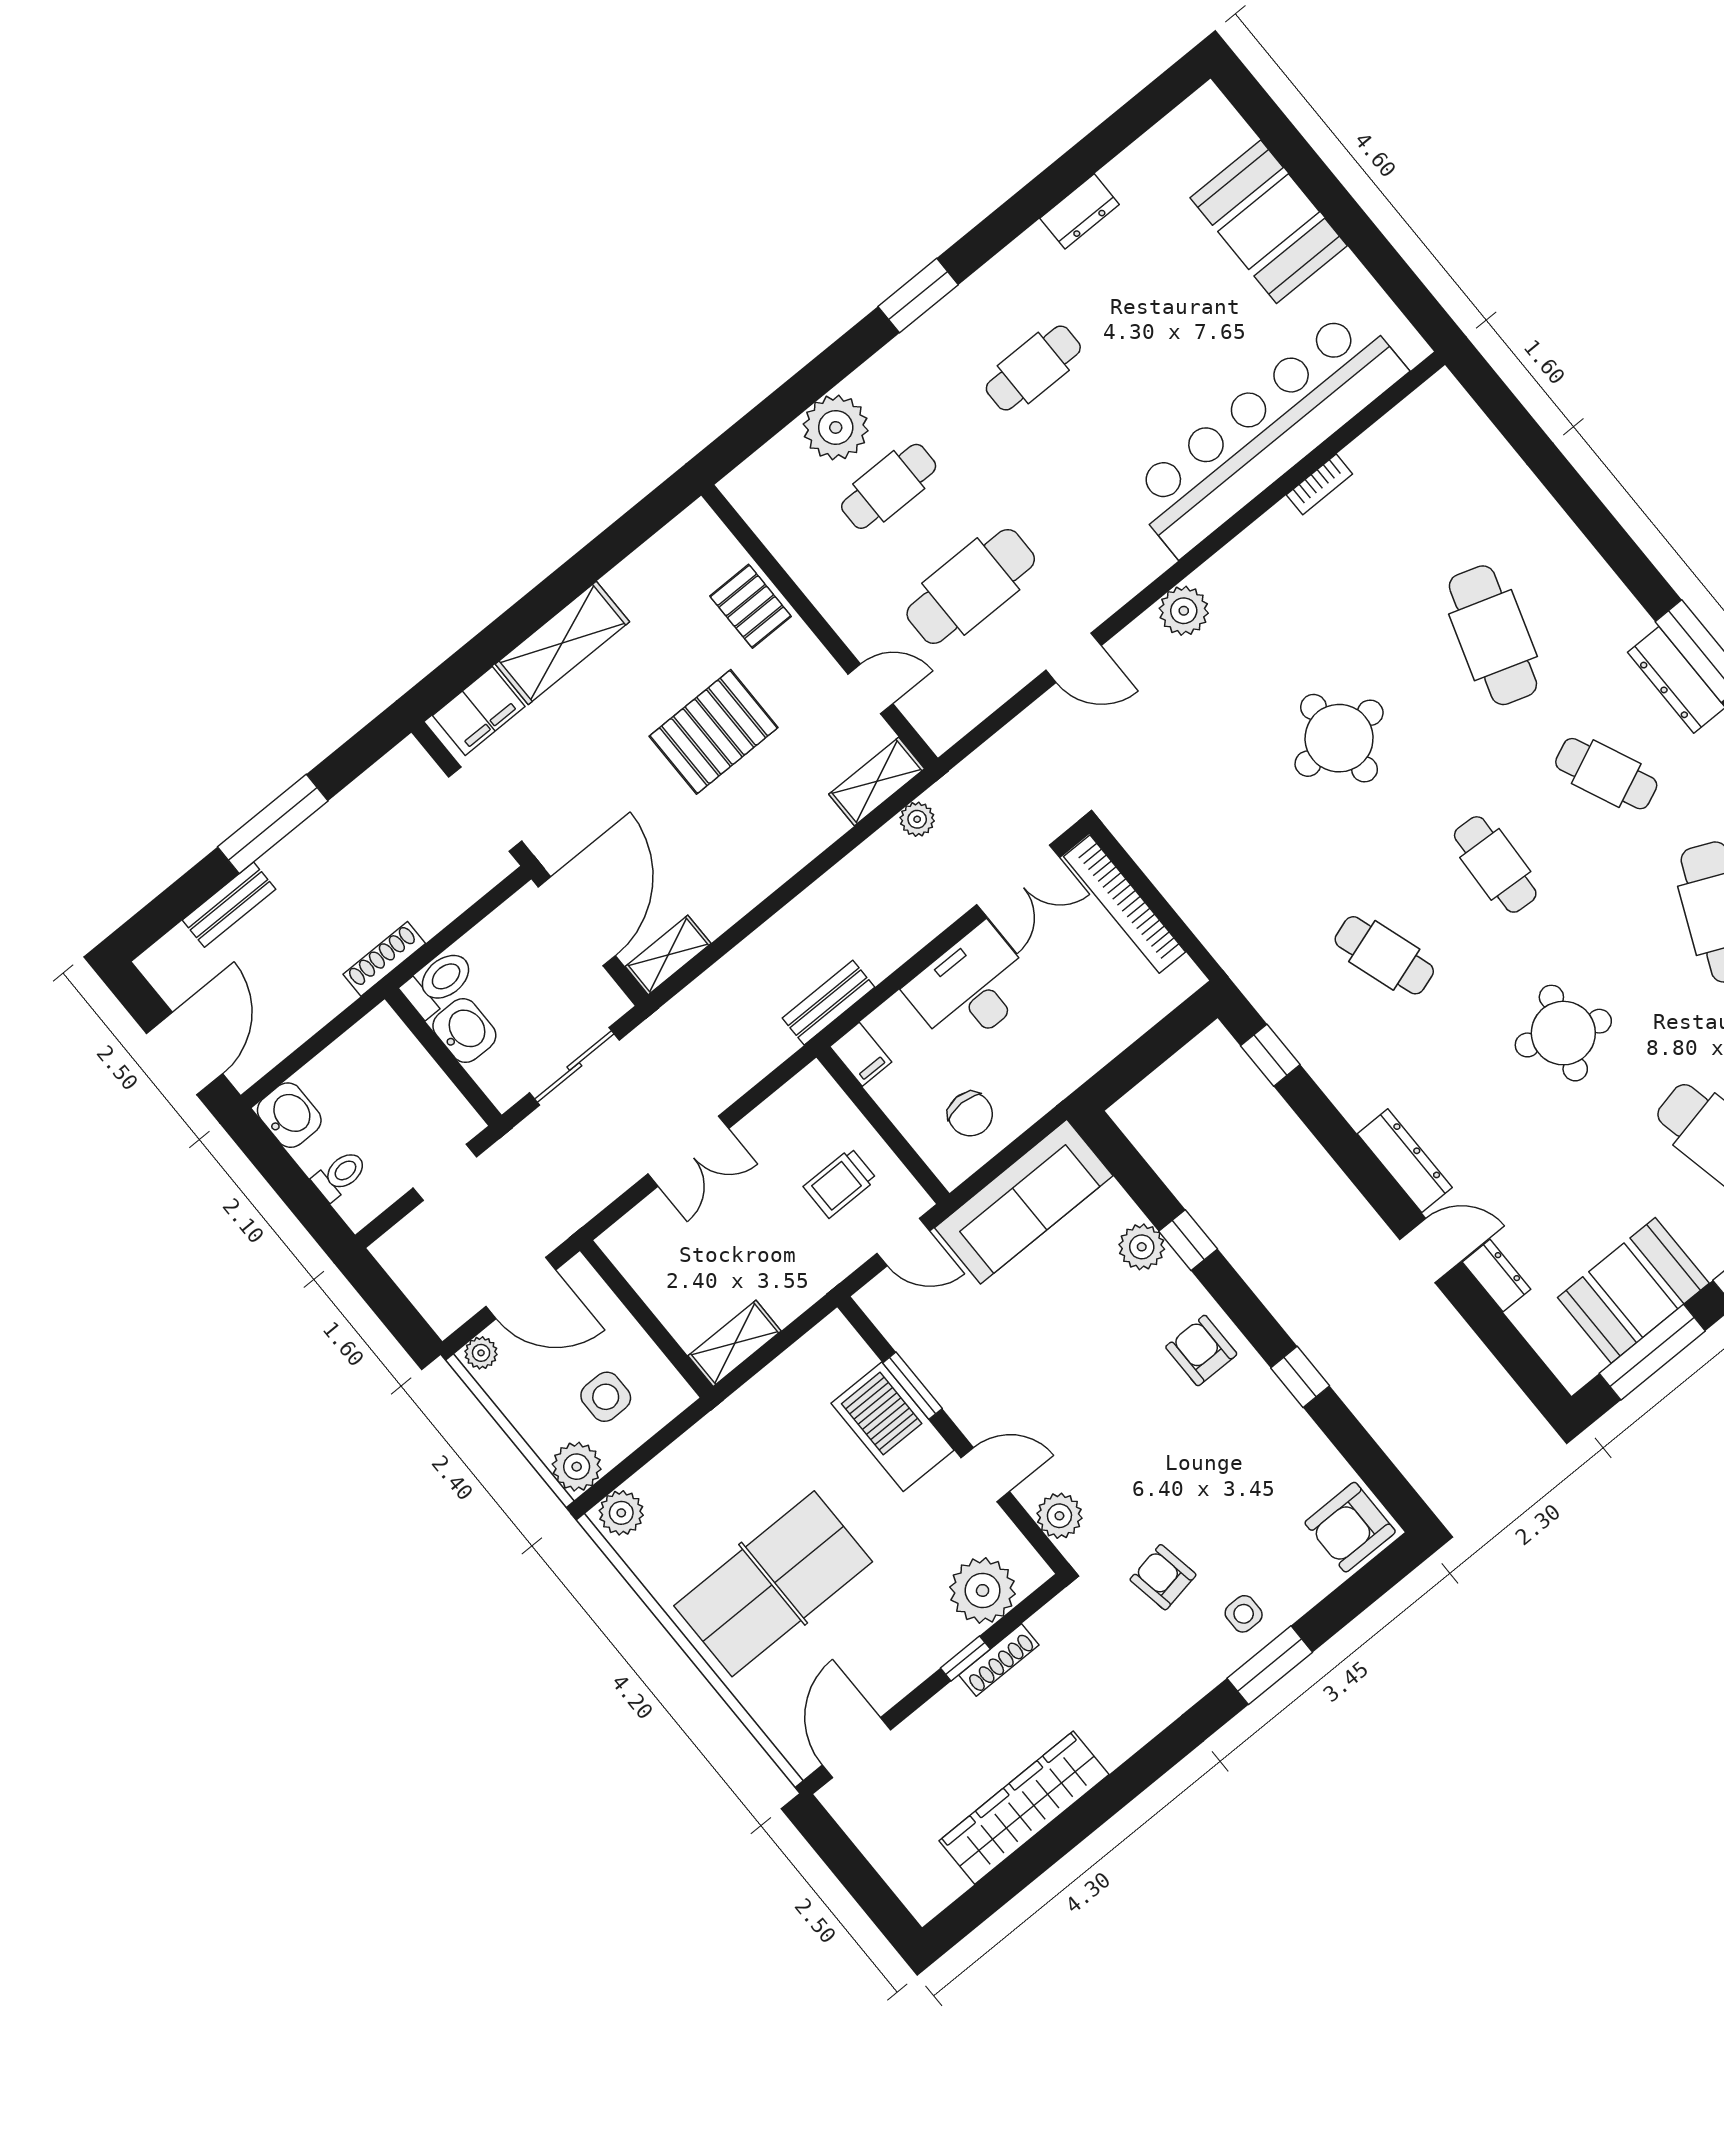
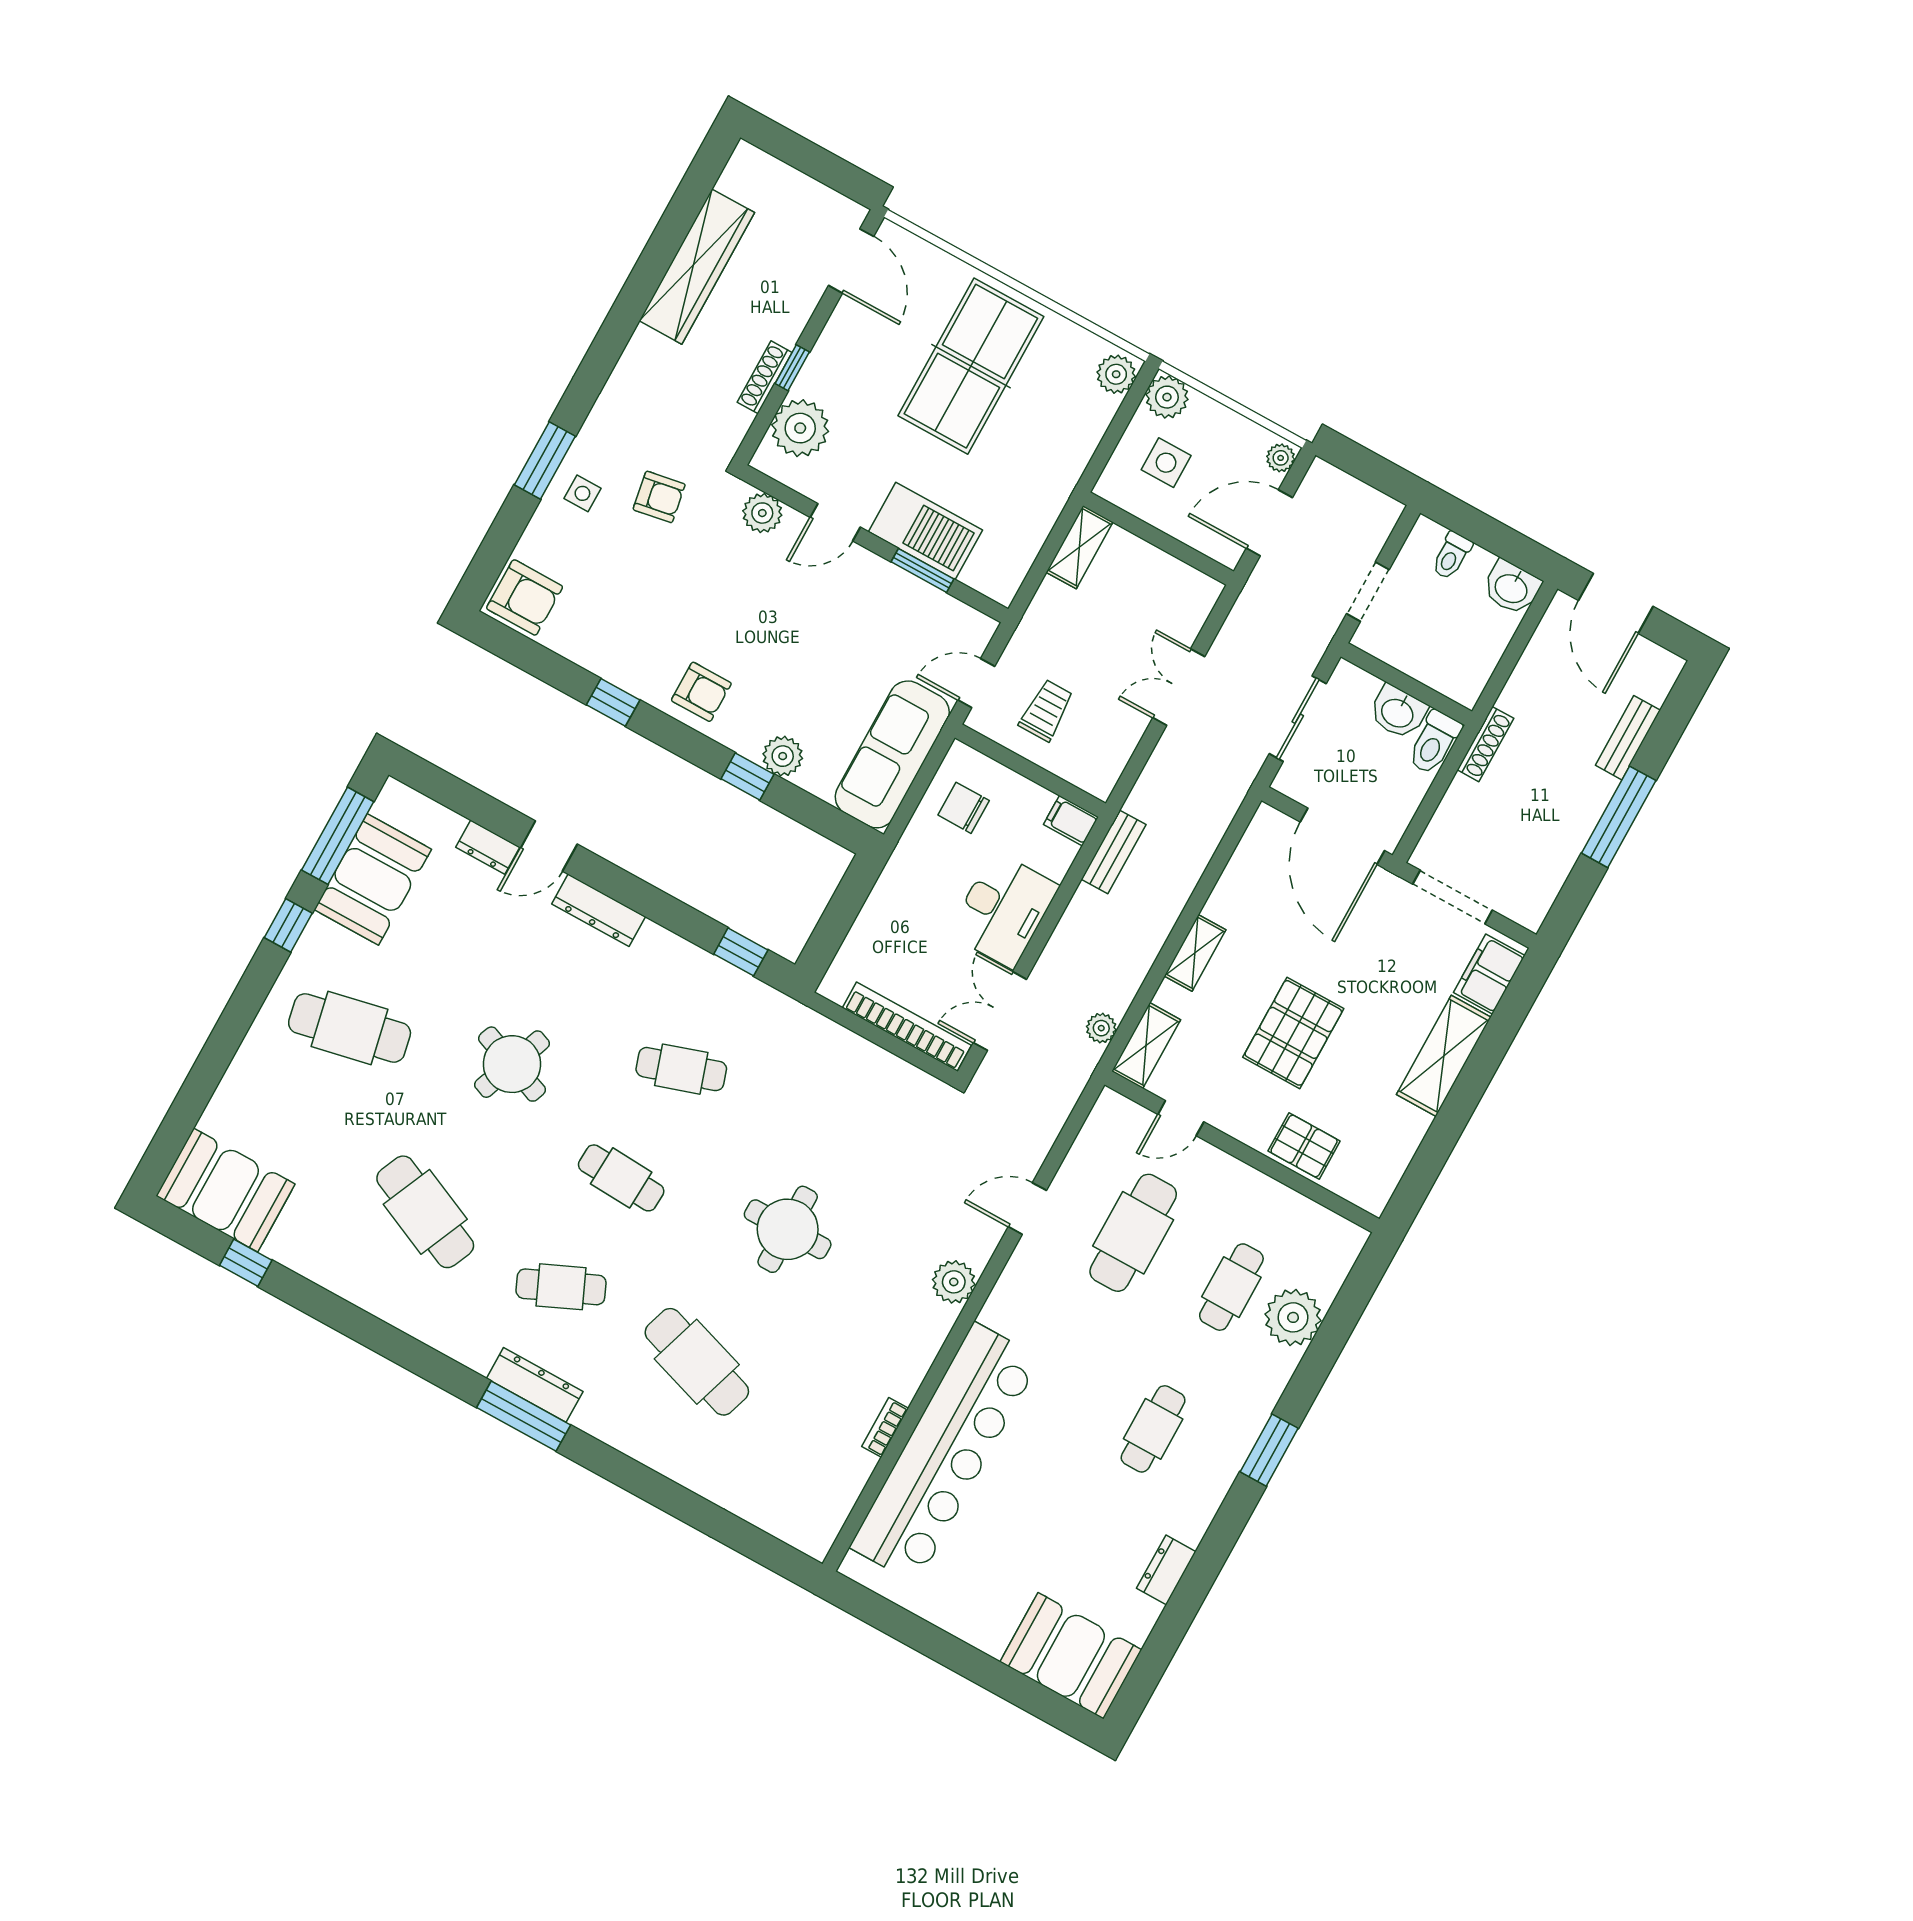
booth: (1269, 222) -> (1071, 1656), moved
shelving: (668, 955) -> (1195, 953), moved
armchair: (1350, 1527) -> (525, 597), turned 90

